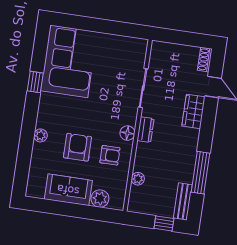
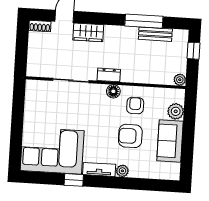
tv unit: (44, 110) -> (99, 169), added
plant: (138, 179) -> (180, 80), moved
bench: (183, 201) -> (155, 34), moved

